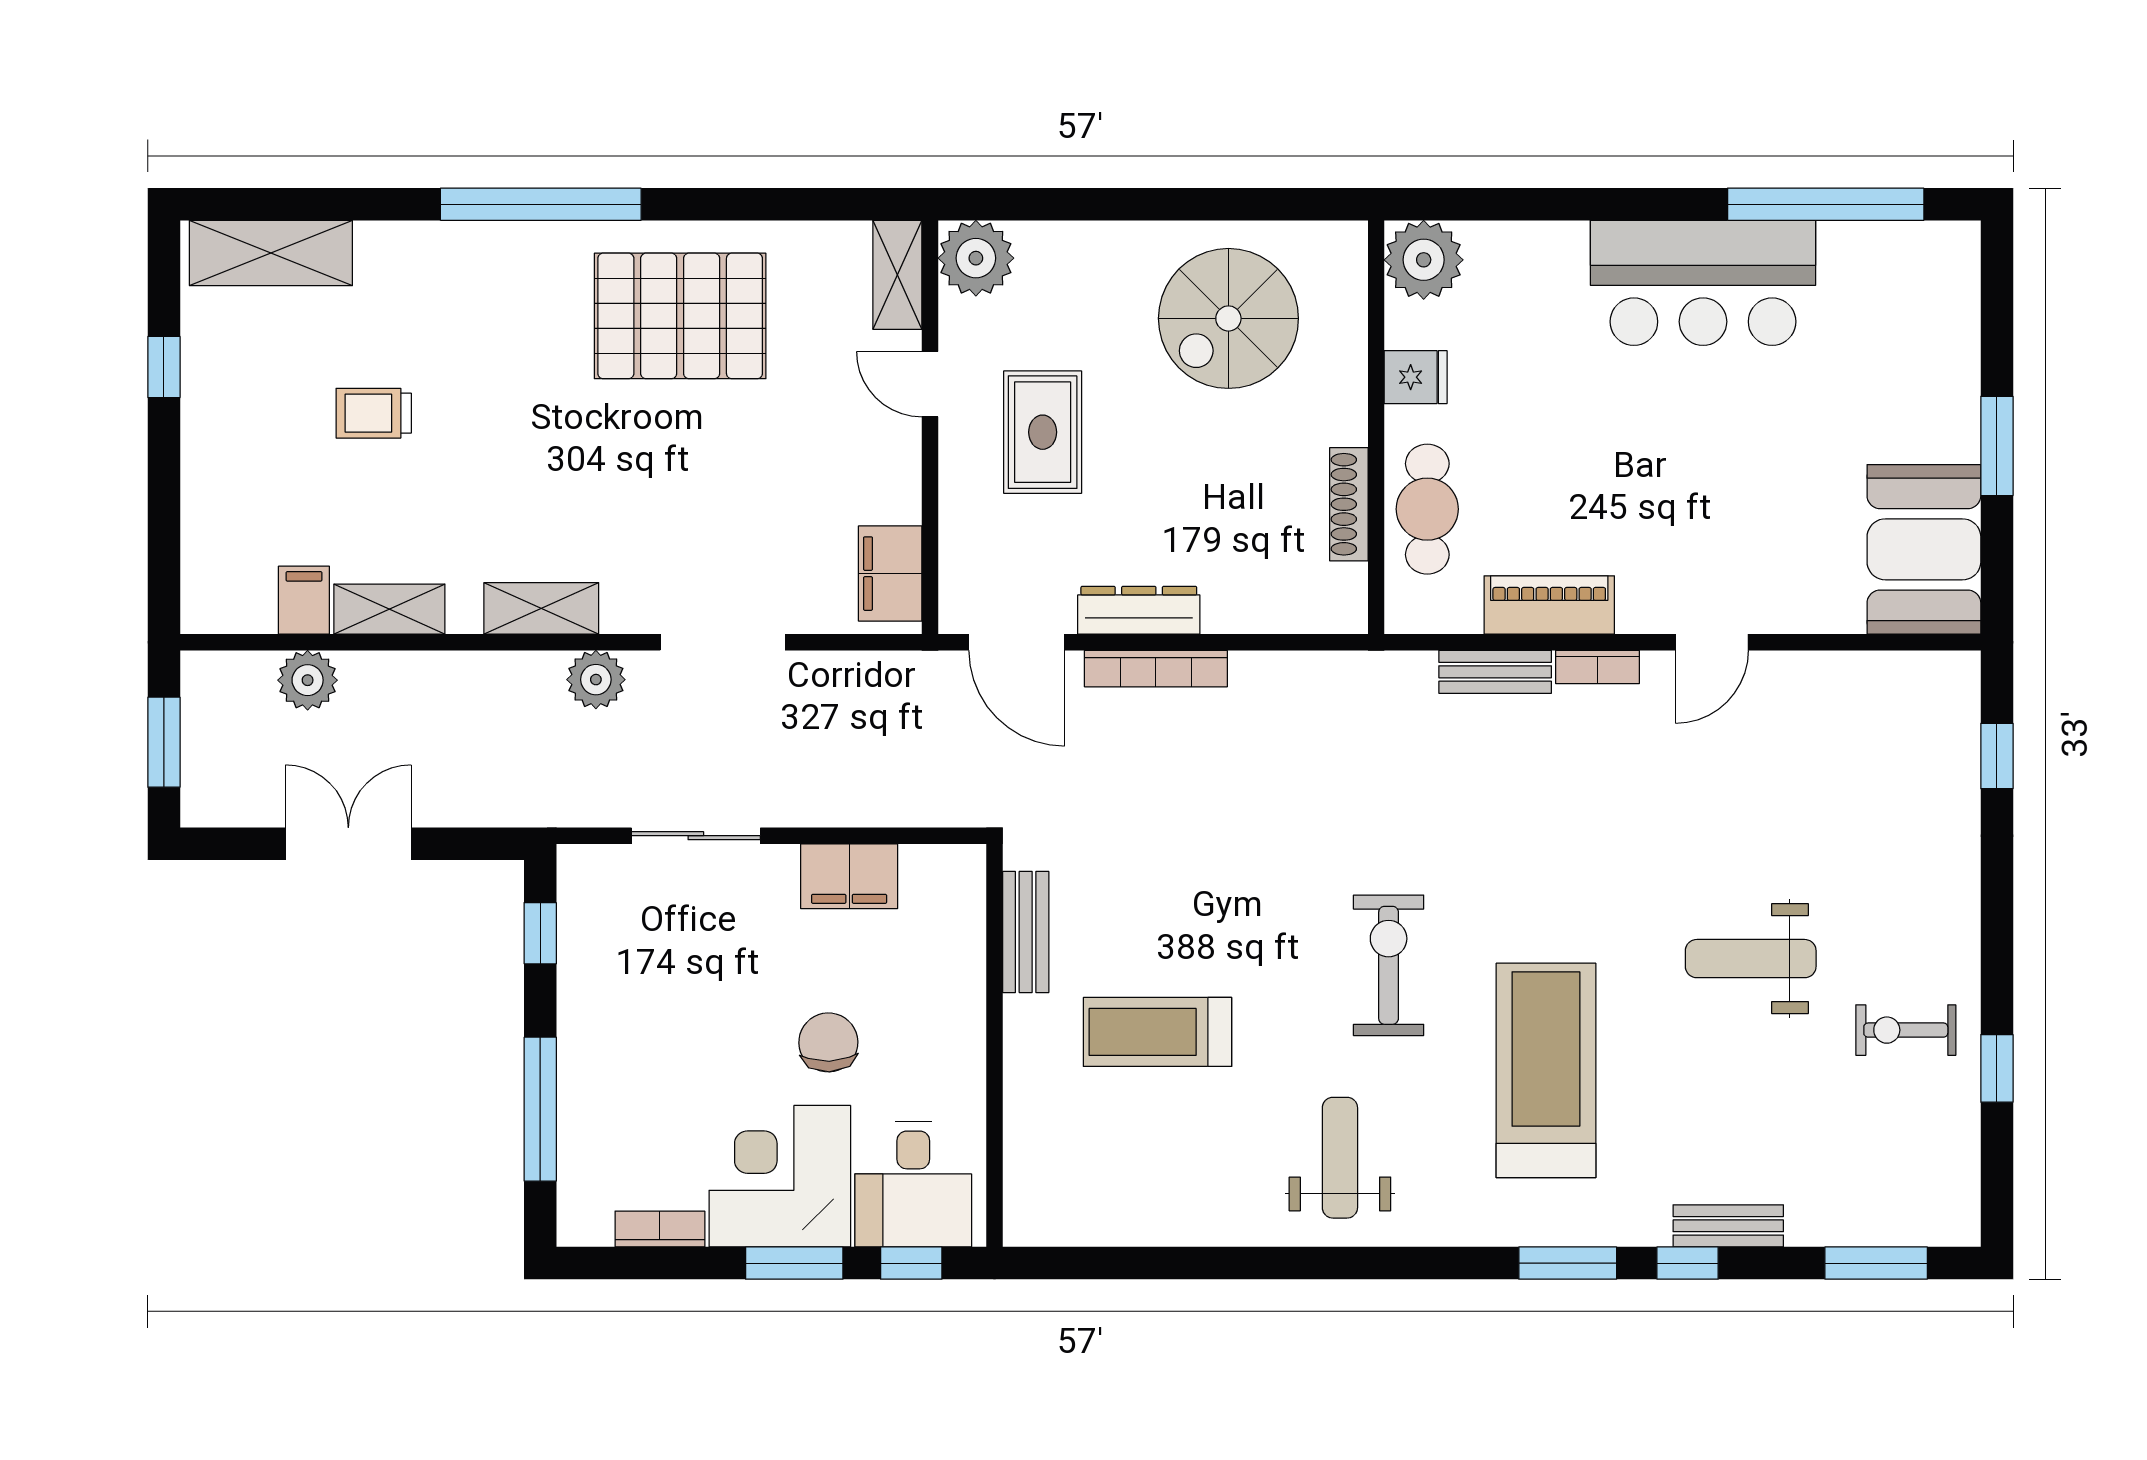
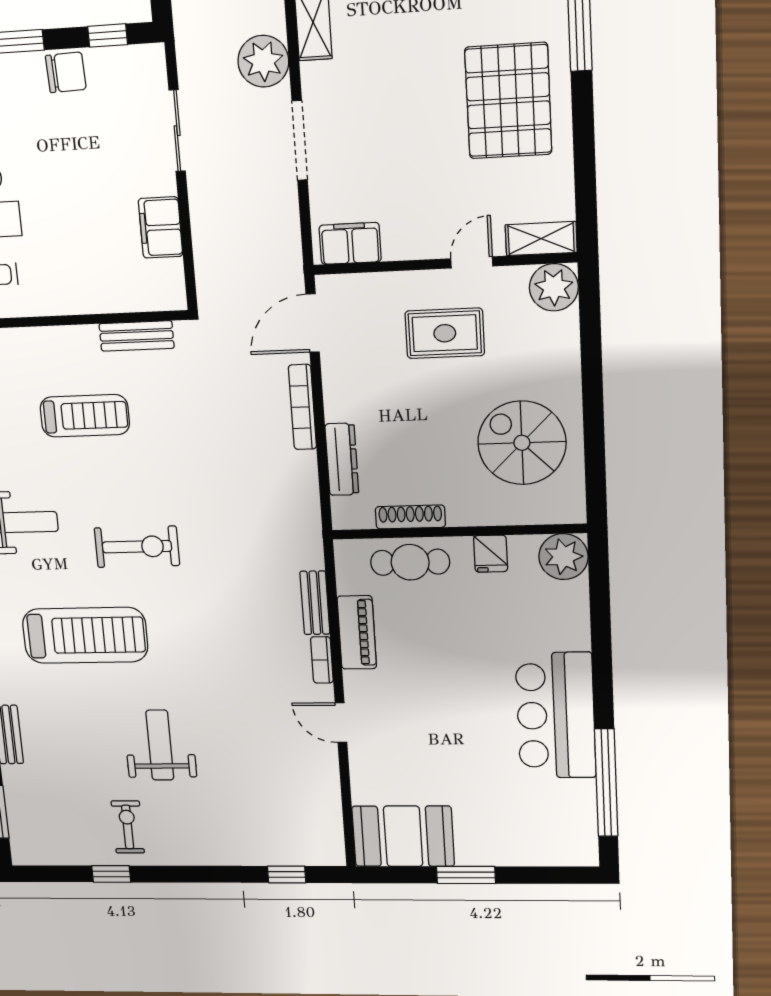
dresser: (1139, 610) -> (342, 459), moved
plant: (596, 680) -> (263, 61), width x1.36, depth x1.36
treadmill: (1157, 1032) -> (85, 416), turned 90
chair: (828, 1042) -> (66, 72), moved

